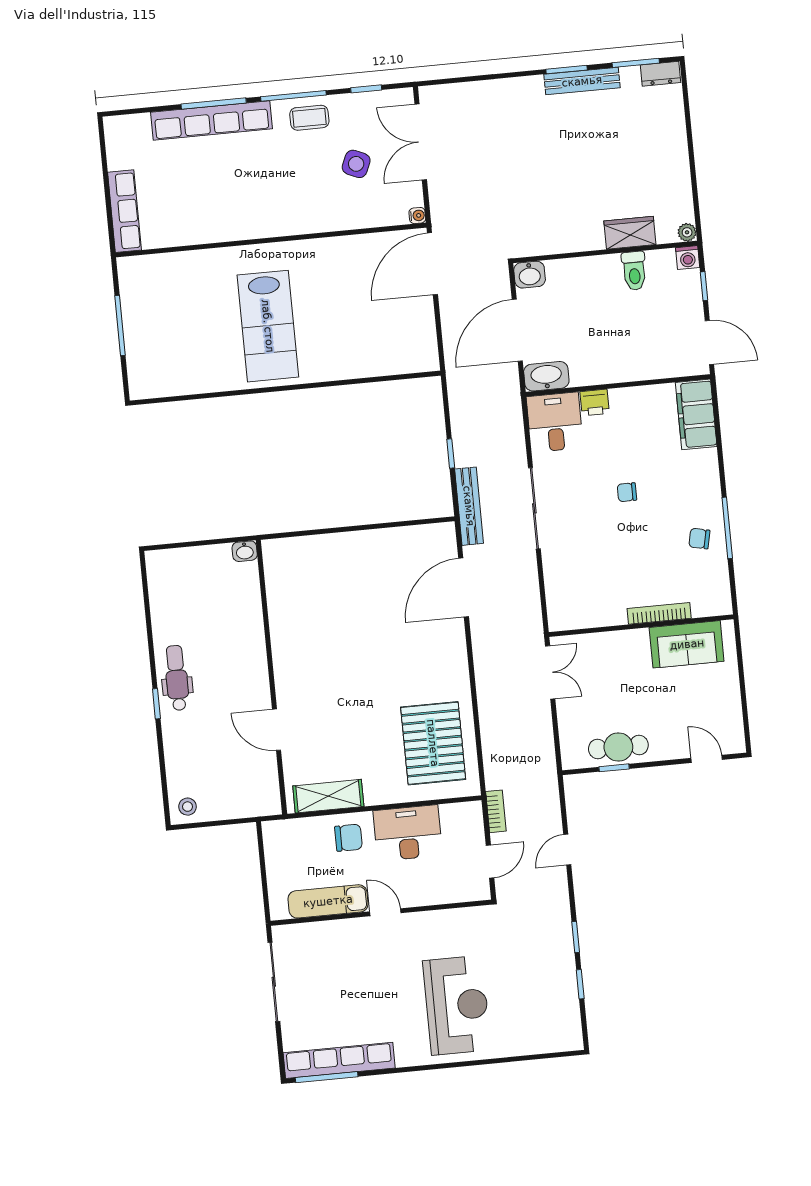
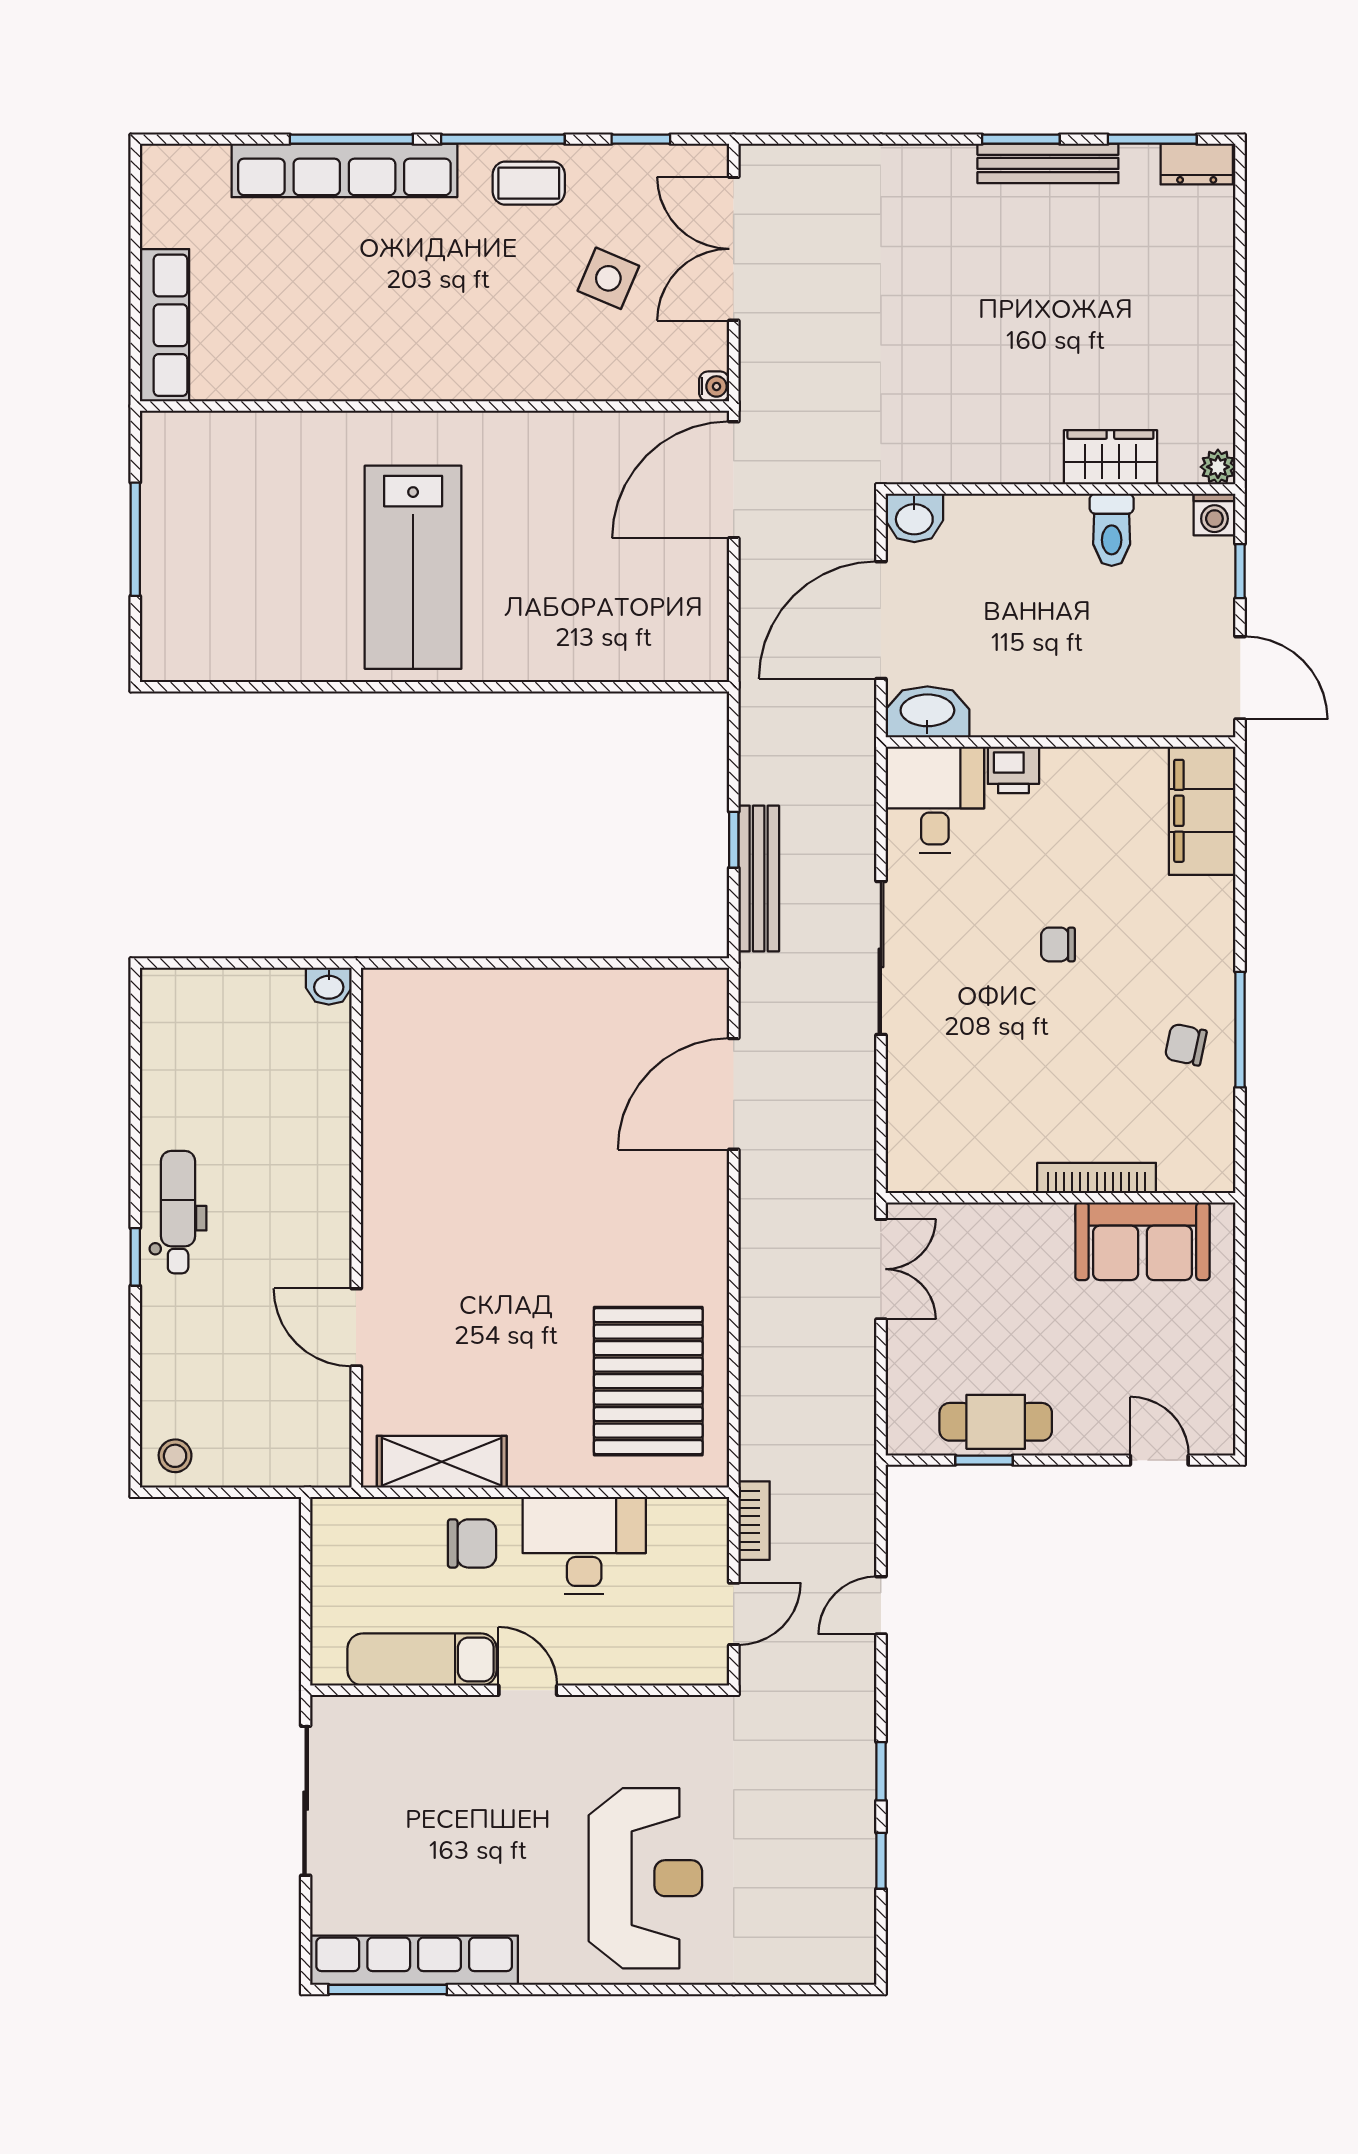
bench: (469, 506) -> (759, 878), moved

